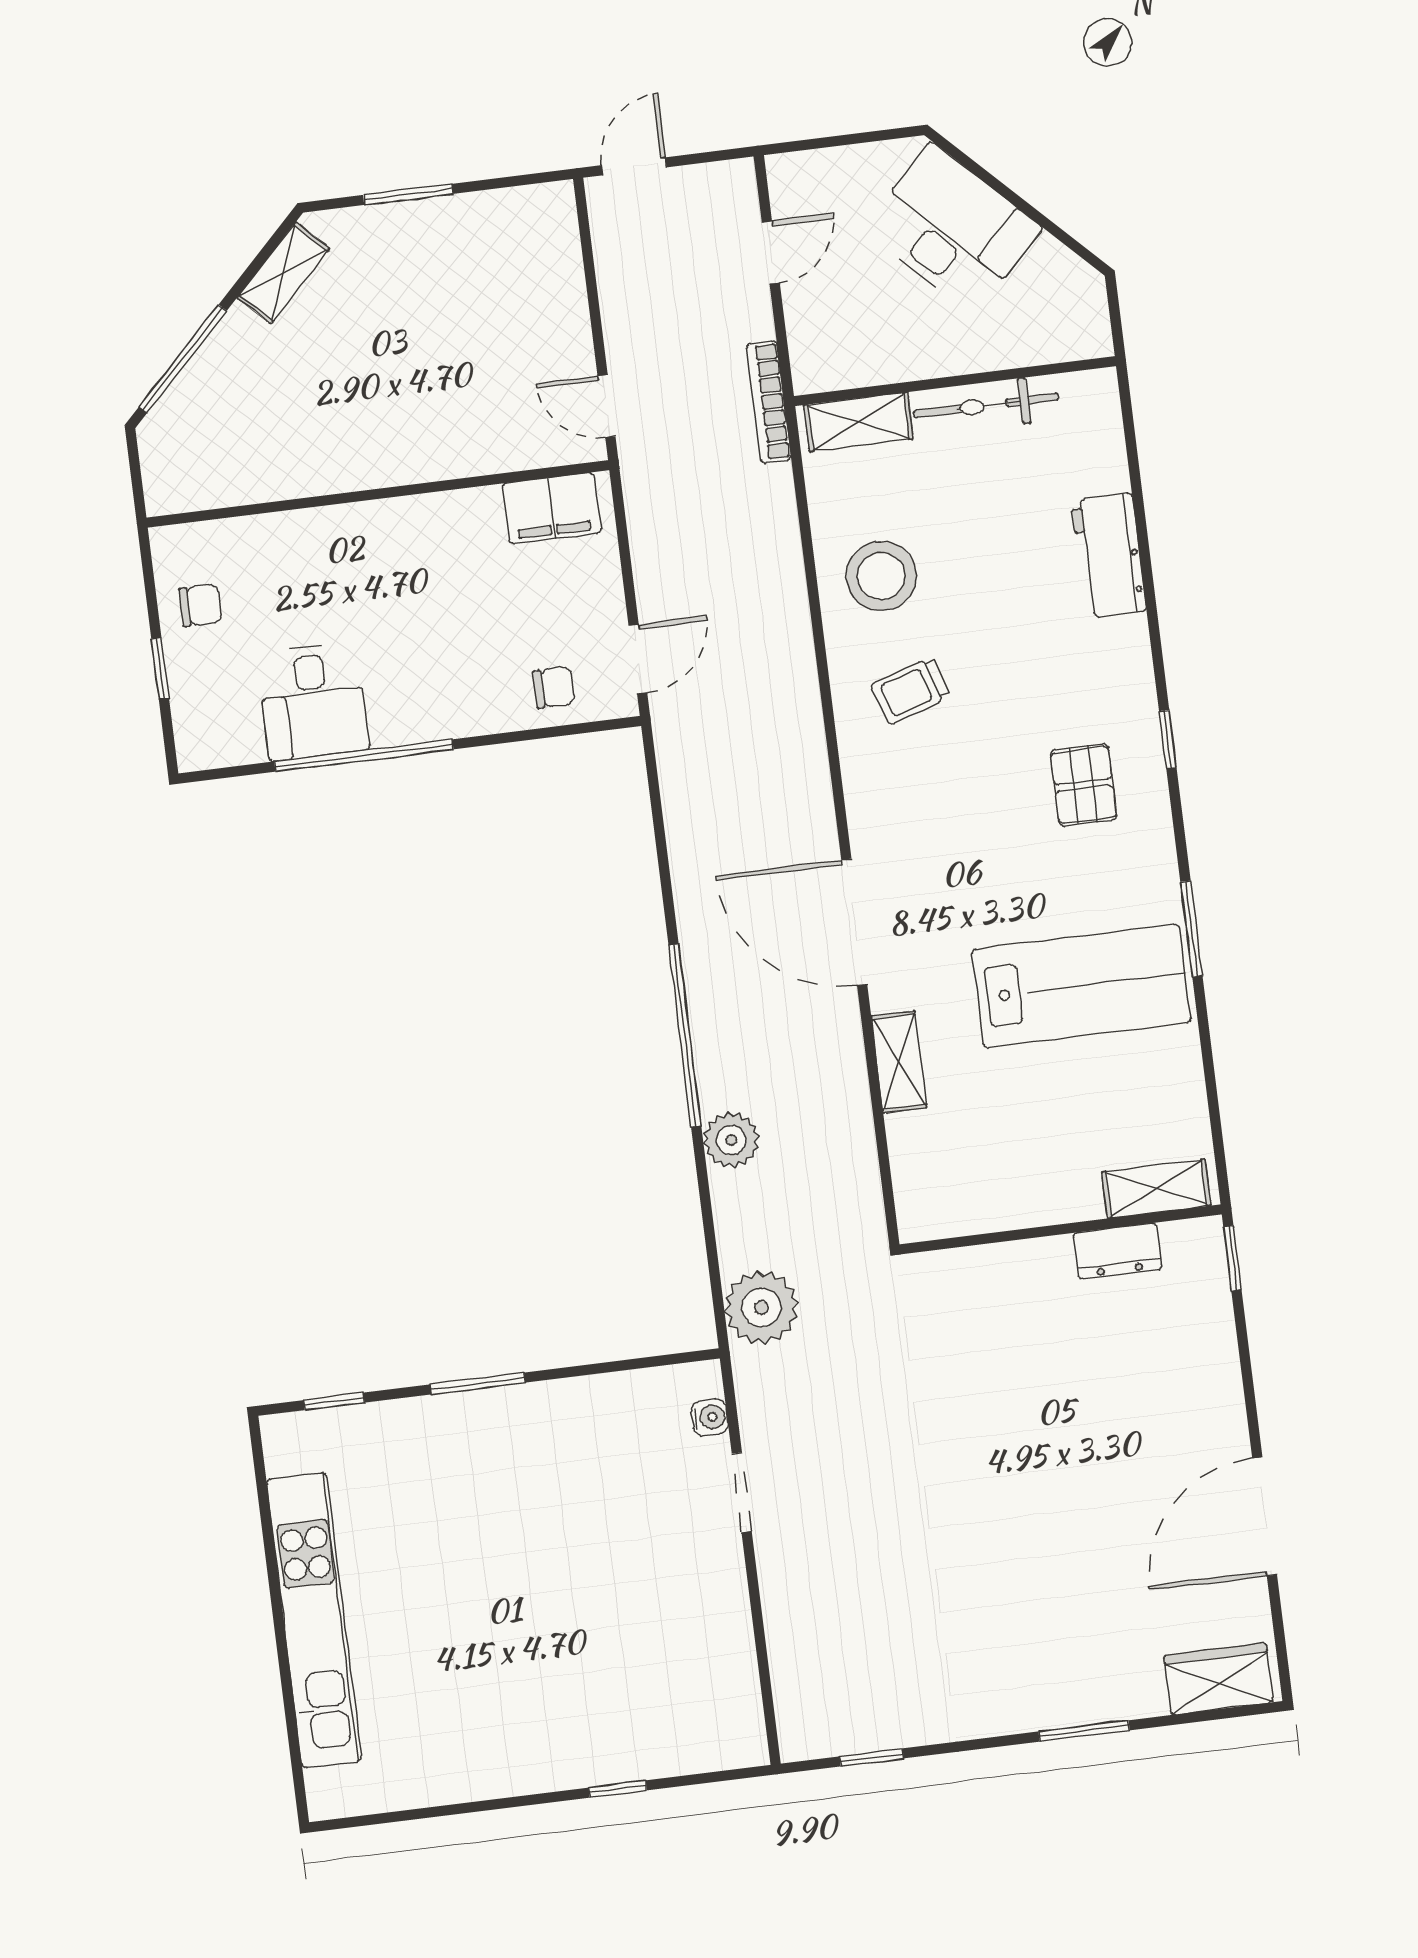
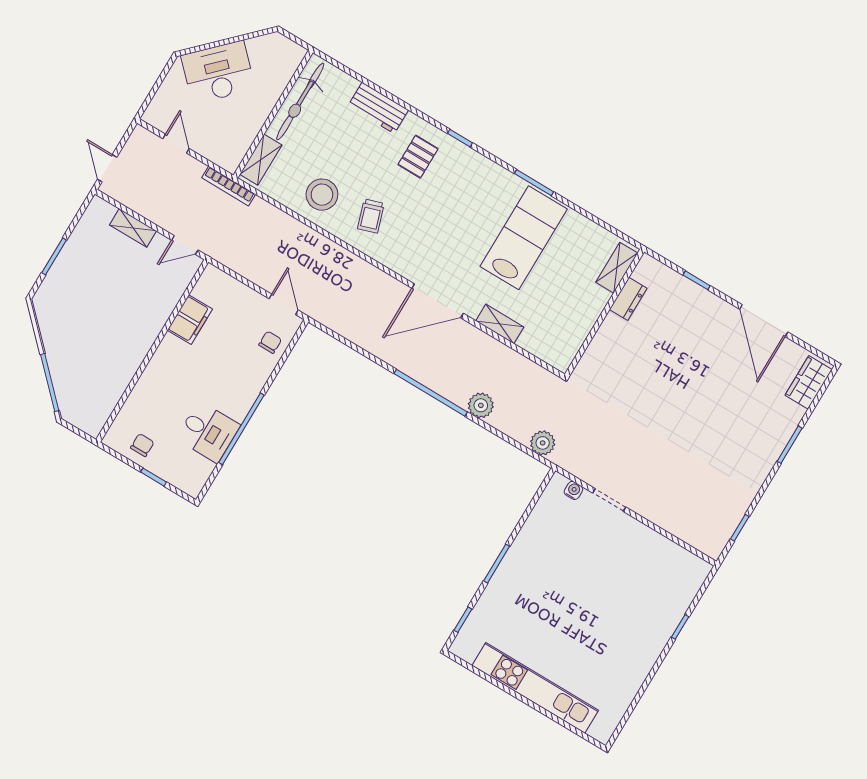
shelving: (283, 273) -> (133, 228), moved, turned -45
bicycle: (986, 405) -> (300, 102), width x1.37, depth x1.40
filing cabinet: (552, 508) -> (190, 320), moved
pallet: (1084, 785) -> (418, 157), moved, turned 90
window: (1232, 1258) -> (697, 280), moved
plant: (761, 1307) -> (543, 443), width x0.73, depth x0.73

